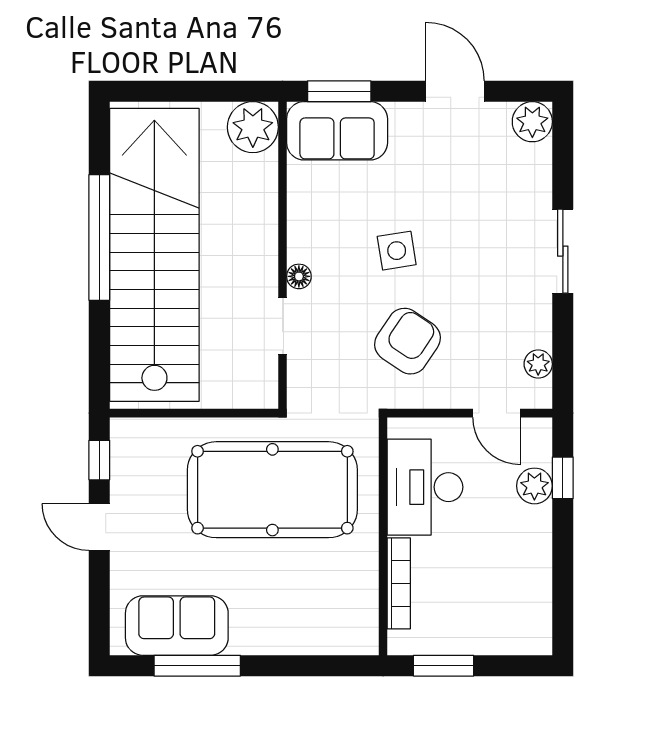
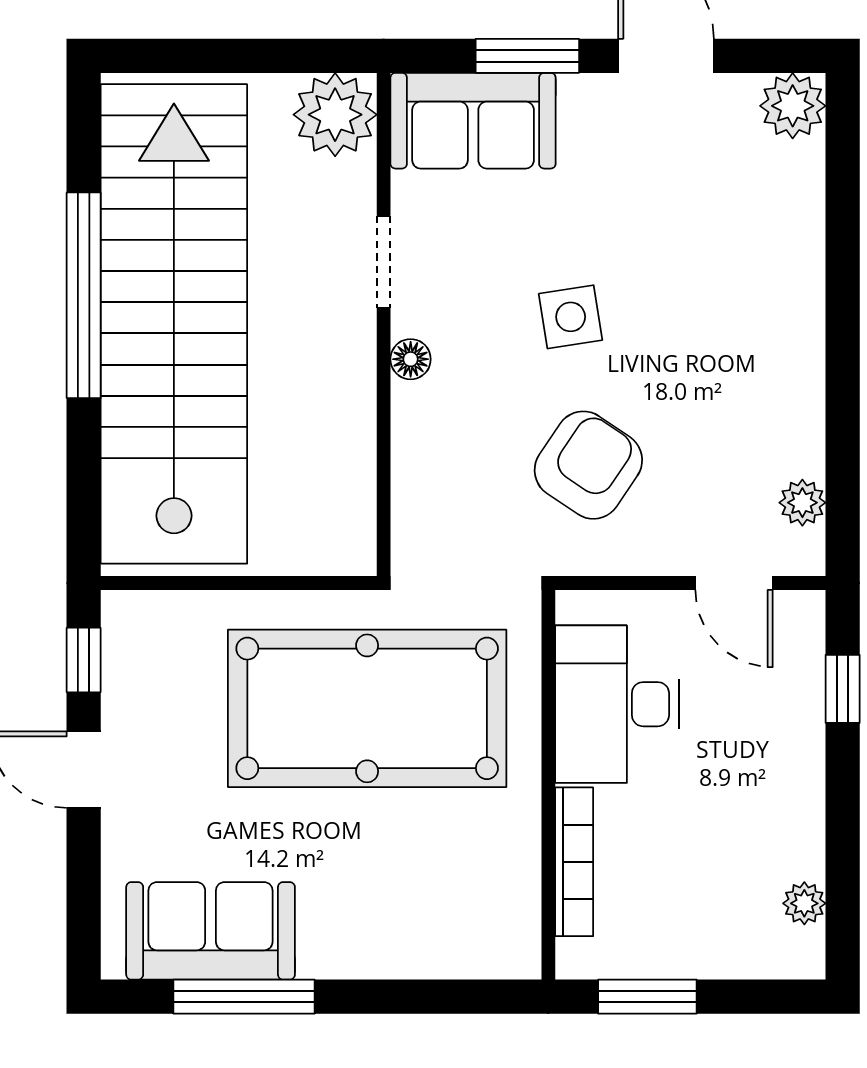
window: (339, 91) -> (527, 56), moved
sliding door: (563, 251) -> (843, 318), removed
doorway: (282, 326) -> (384, 262), moved
plant: (534, 486) -> (804, 903), moved, width x0.73, depth x0.73

